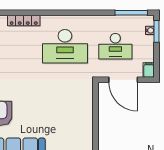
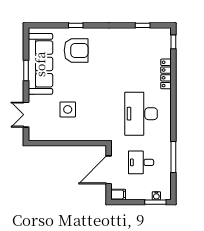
window: (131, 13) -> (173, 157), moved
desk: (115, 46) -> (141, 162), width x0.73
side table: (61, 122) -> (68, 109), added

